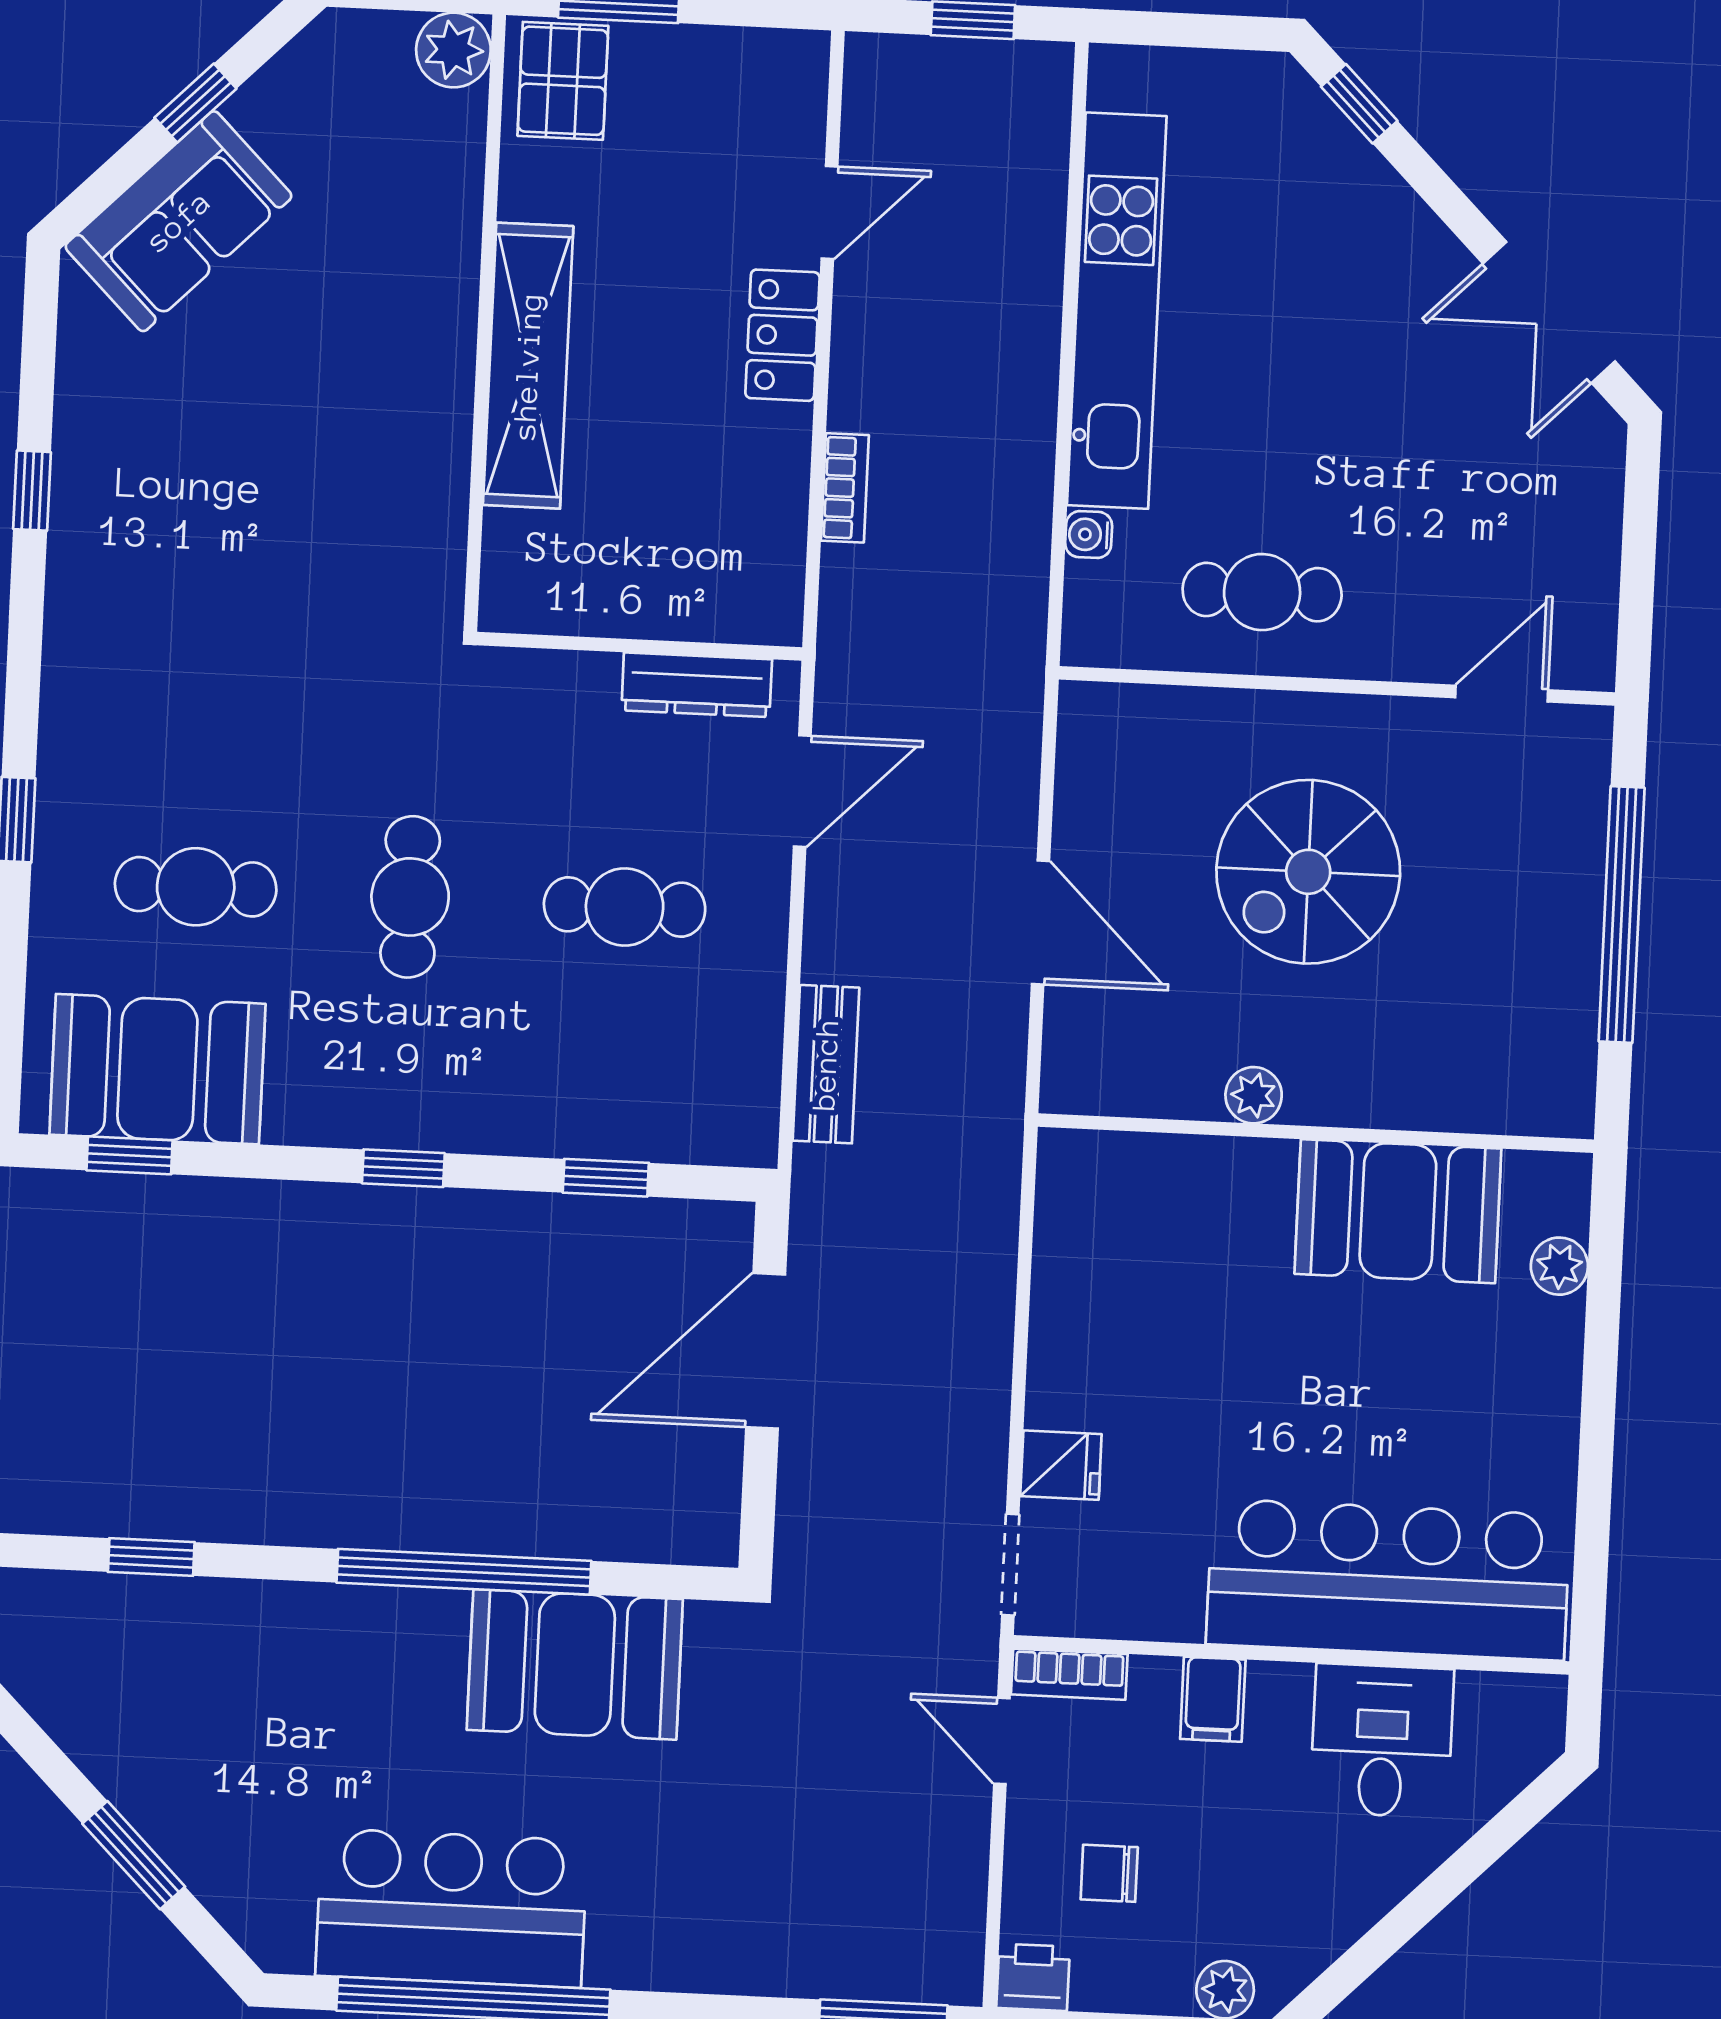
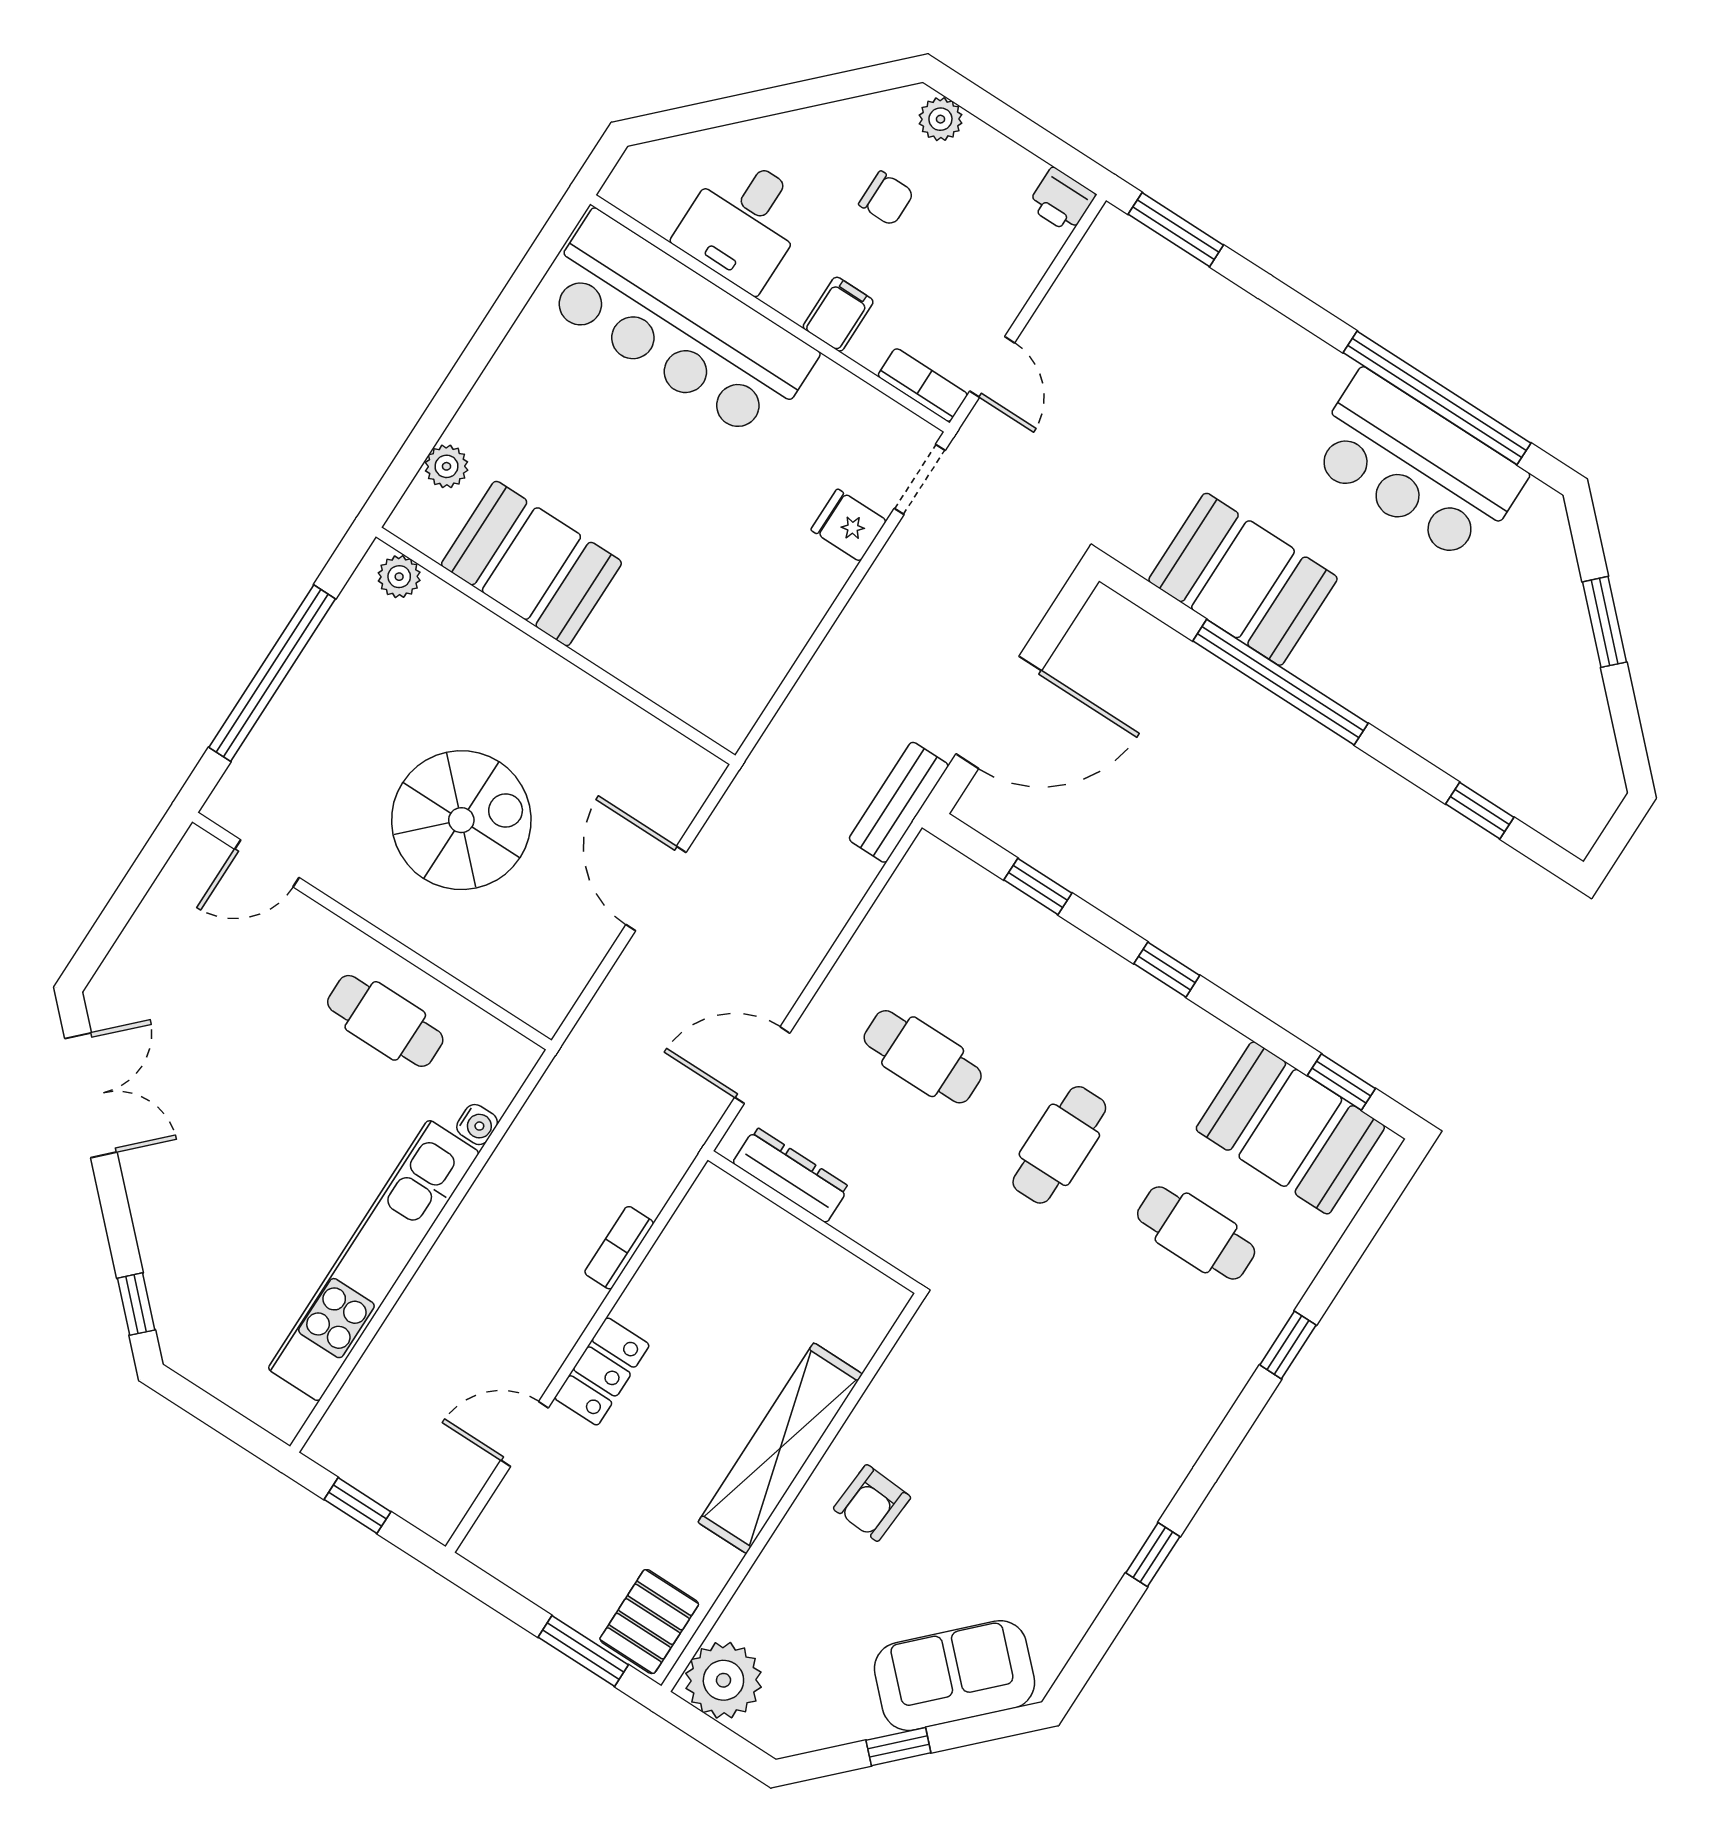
plant: (453, 50) -> (723, 1680), width x1.36, depth x1.36
armchair: (387, 364) -> (872, 1503), added
bench: (826, 1064) -> (899, 802), moved
plant: (1254, 1095) -> (399, 577), moved
chair: (1109, 1873) -> (886, 198), moved

